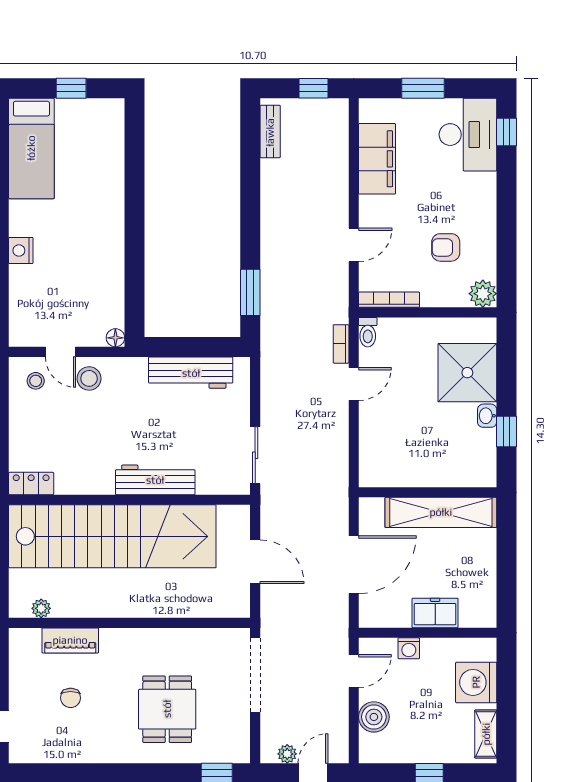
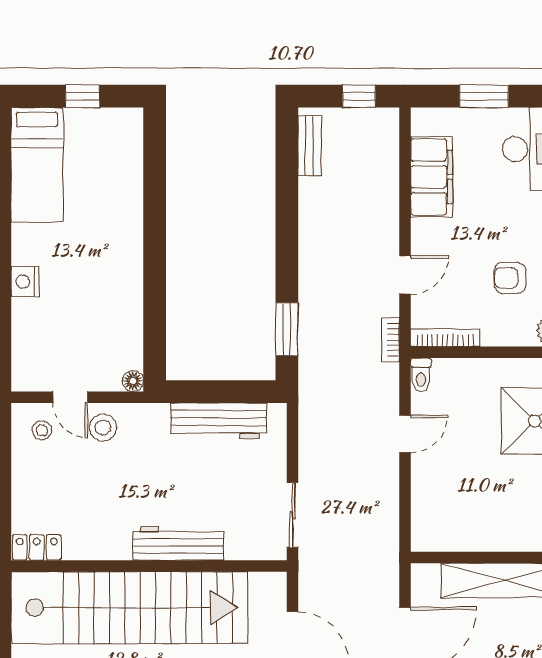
bookcase: (341, 344) -> (390, 340), moved

